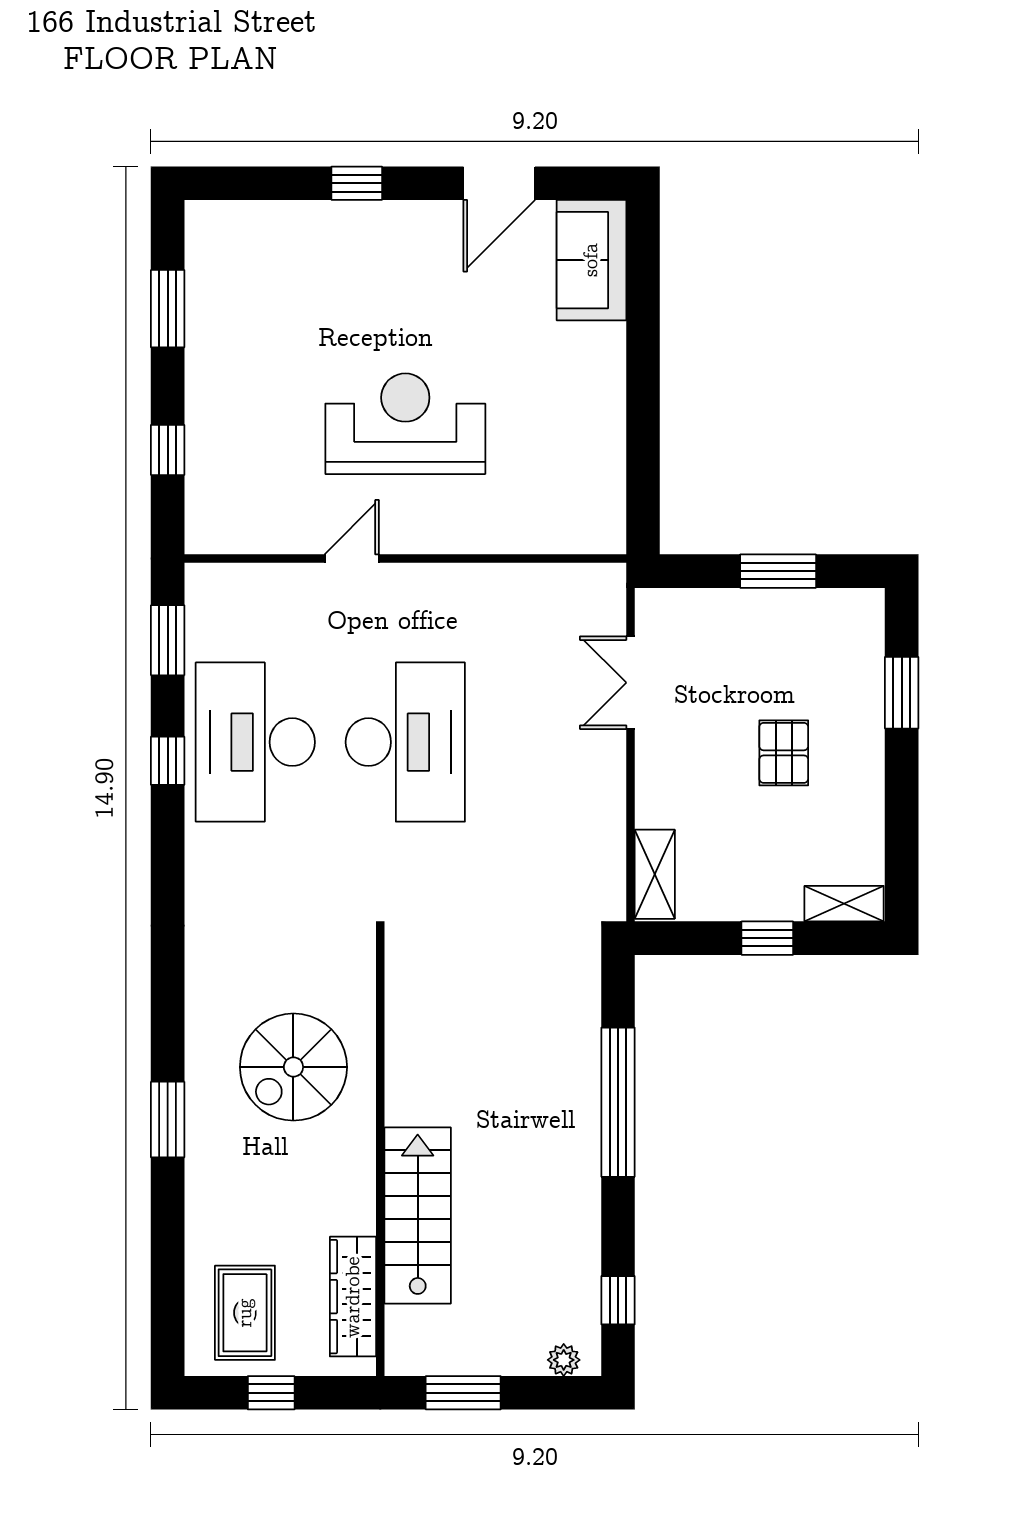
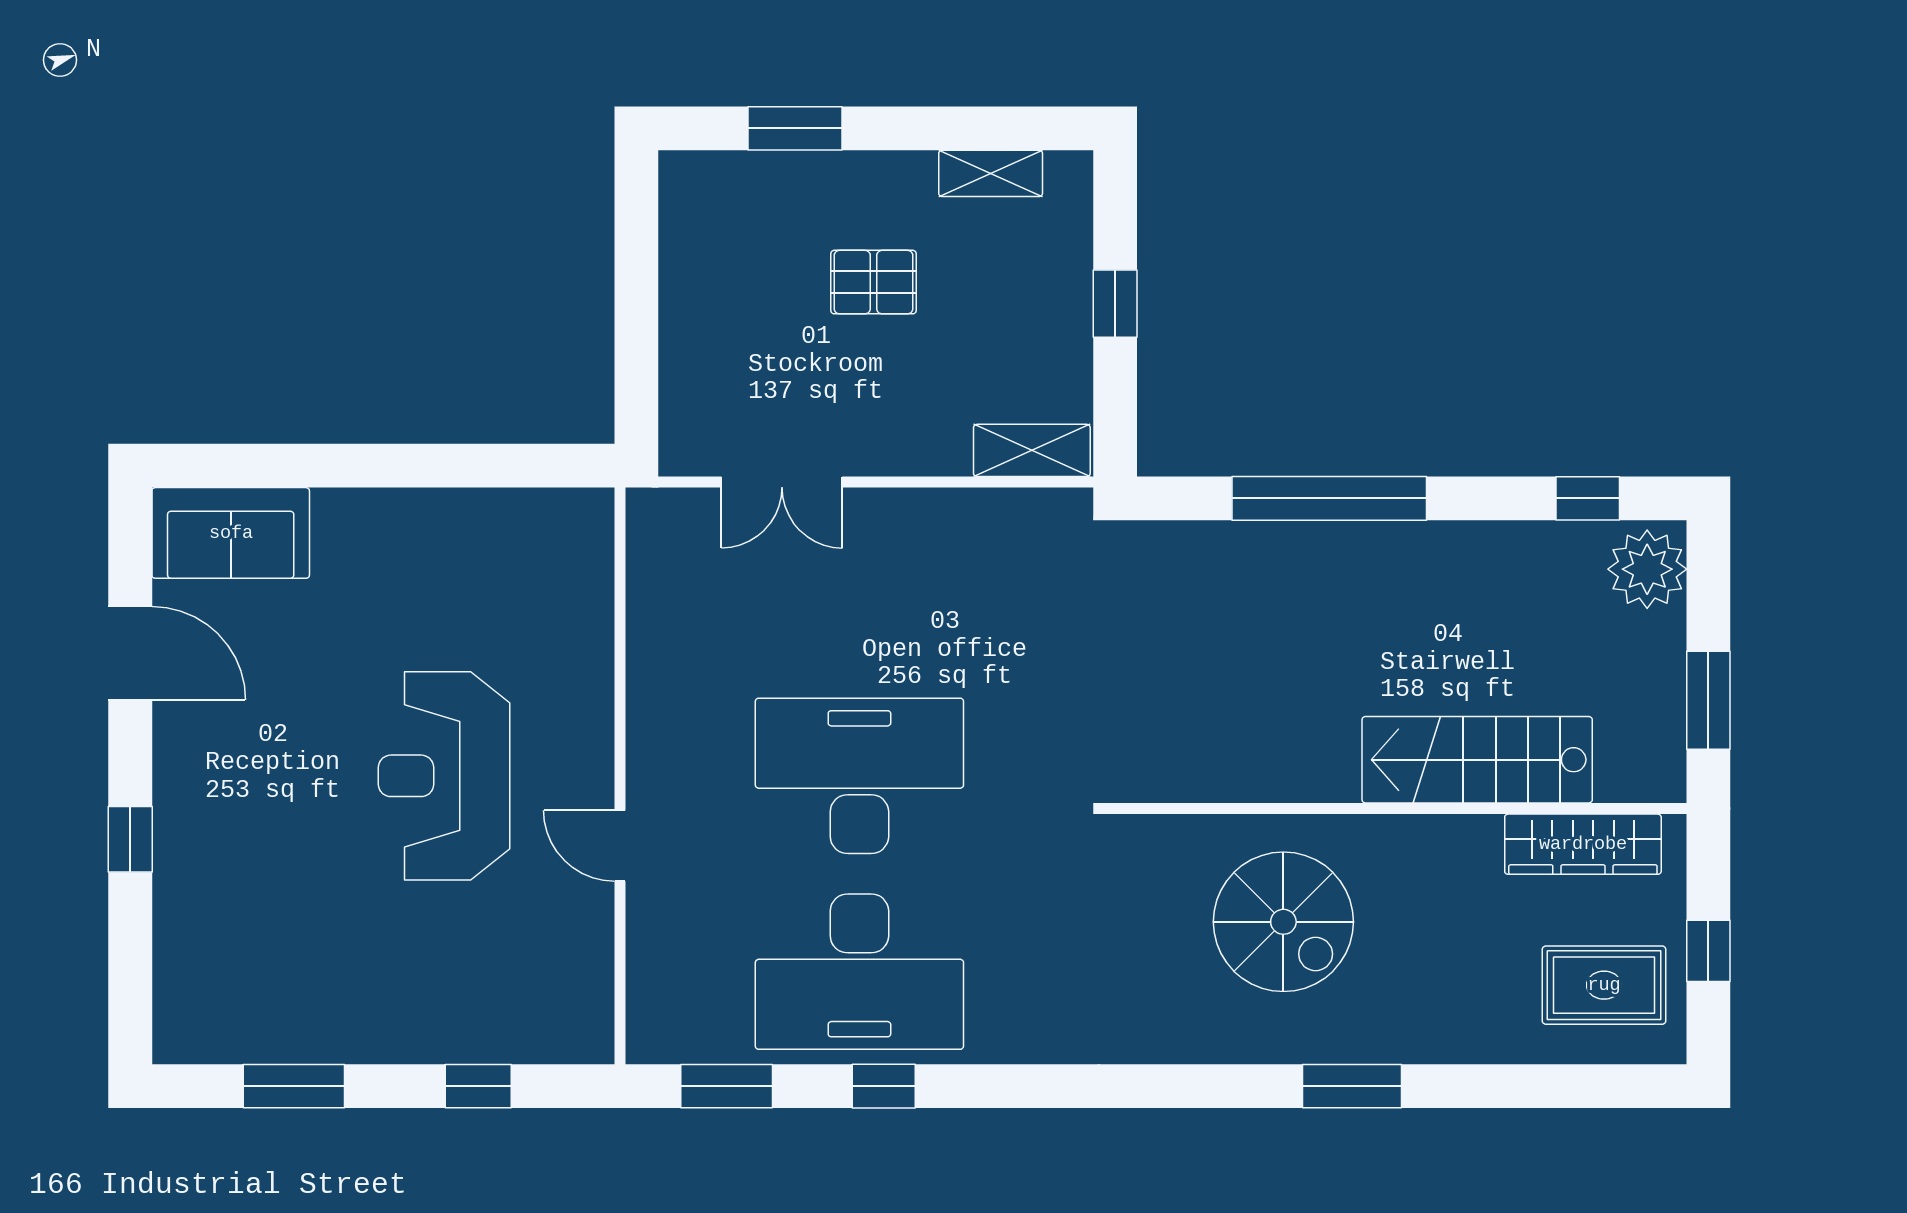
window: (778, 571) -> (636, 290), removed
shelving: (844, 904) -> (991, 173), moved, turned 90
plant: (564, 1360) -> (1647, 569), width x1.88, depth x1.88

